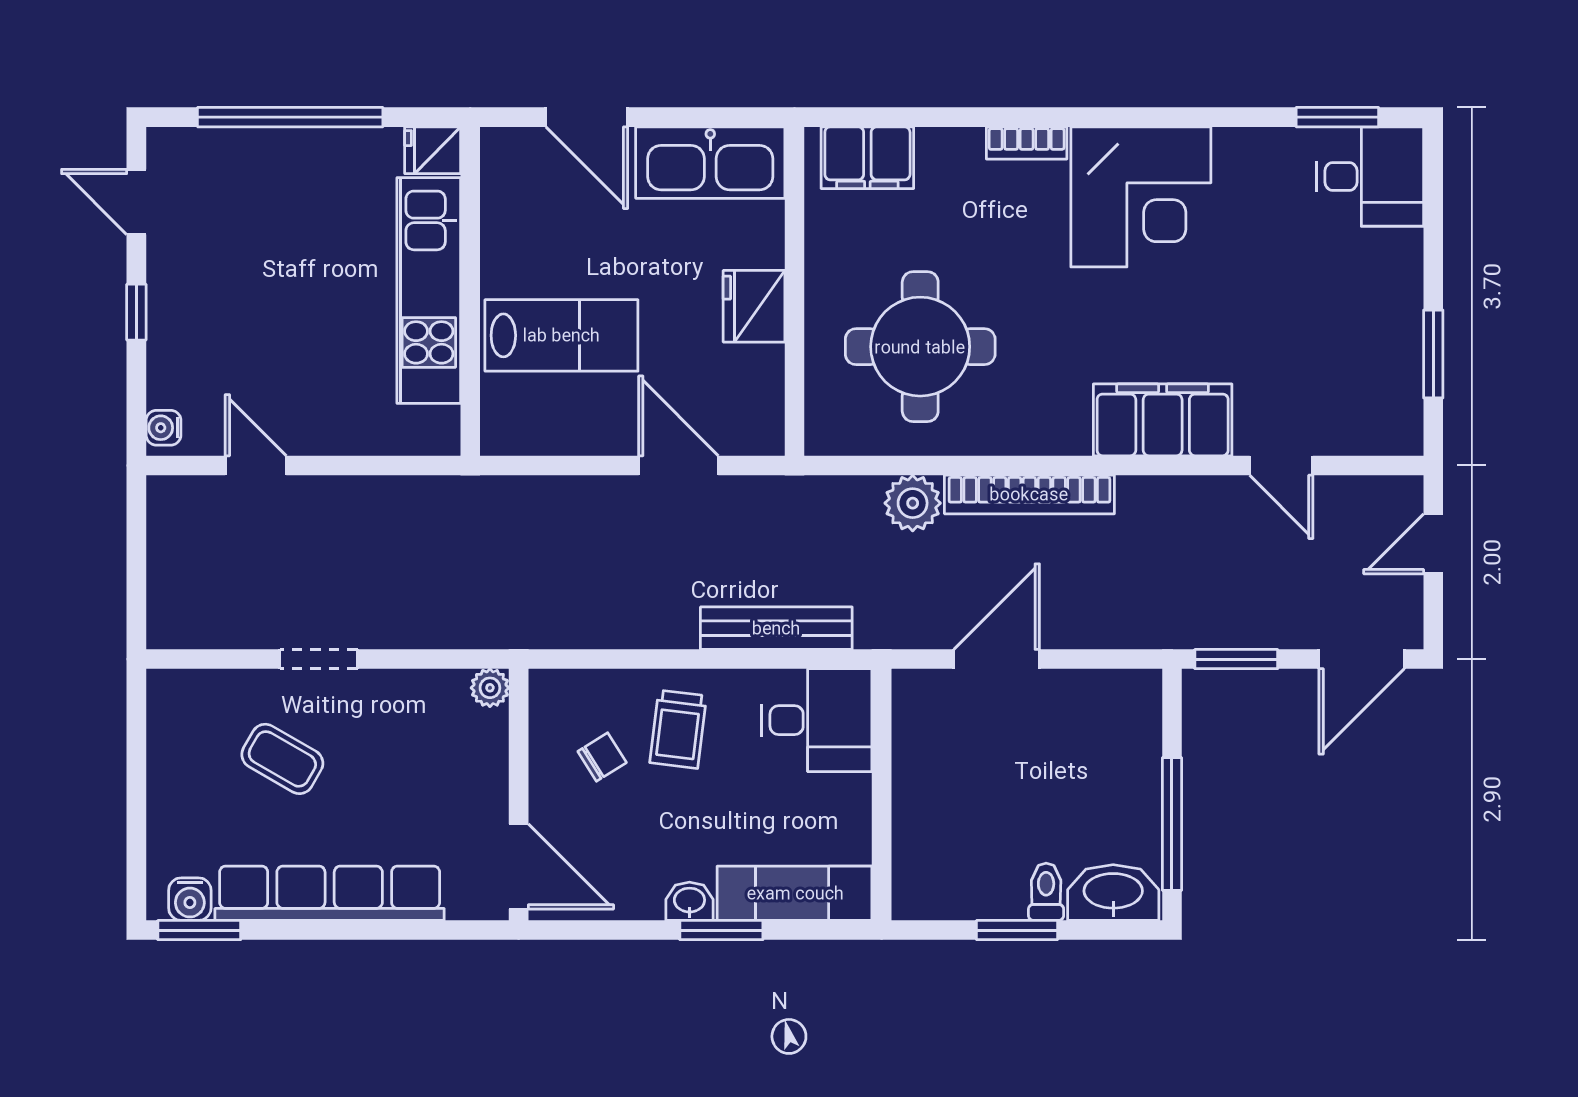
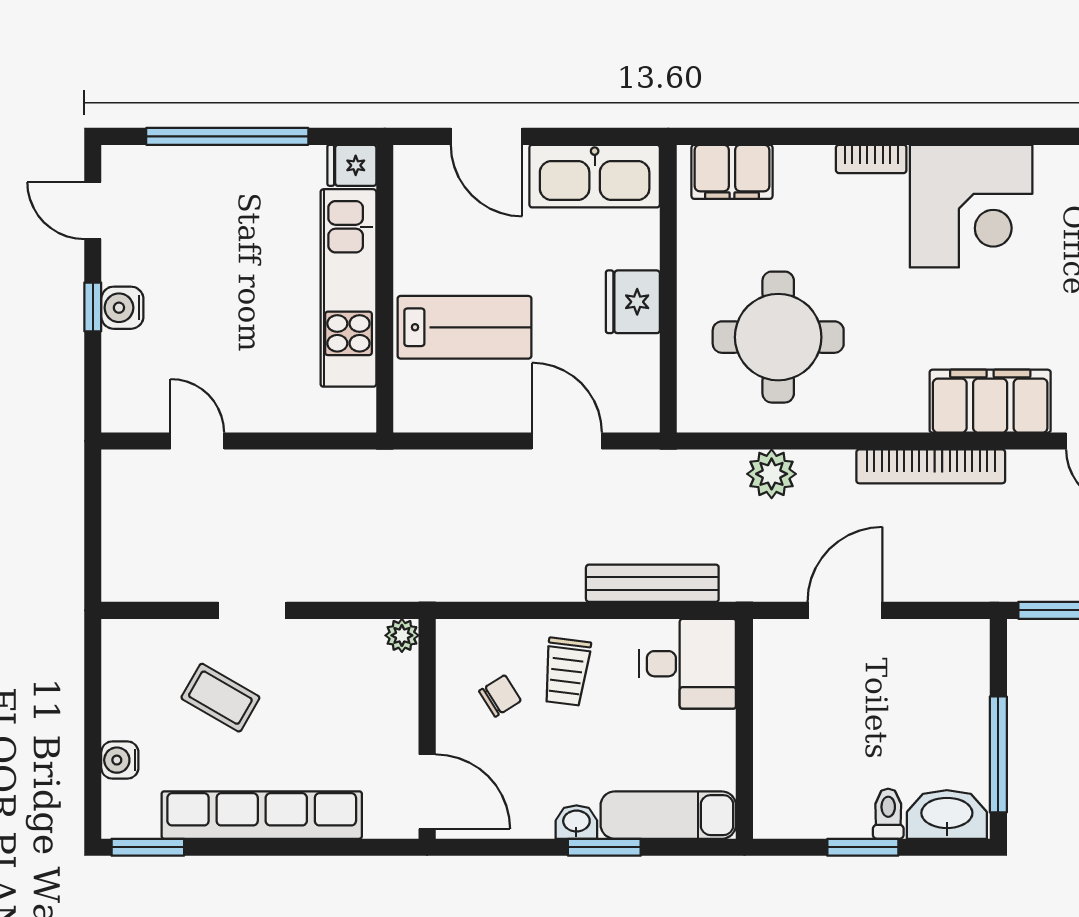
water cooler: (164, 428) -> (122, 308), moved, width x1.38, depth x1.38
bookcase: (1029, 494) -> (931, 466), moved
water cooler: (190, 899) -> (120, 760), moved, turned 90

